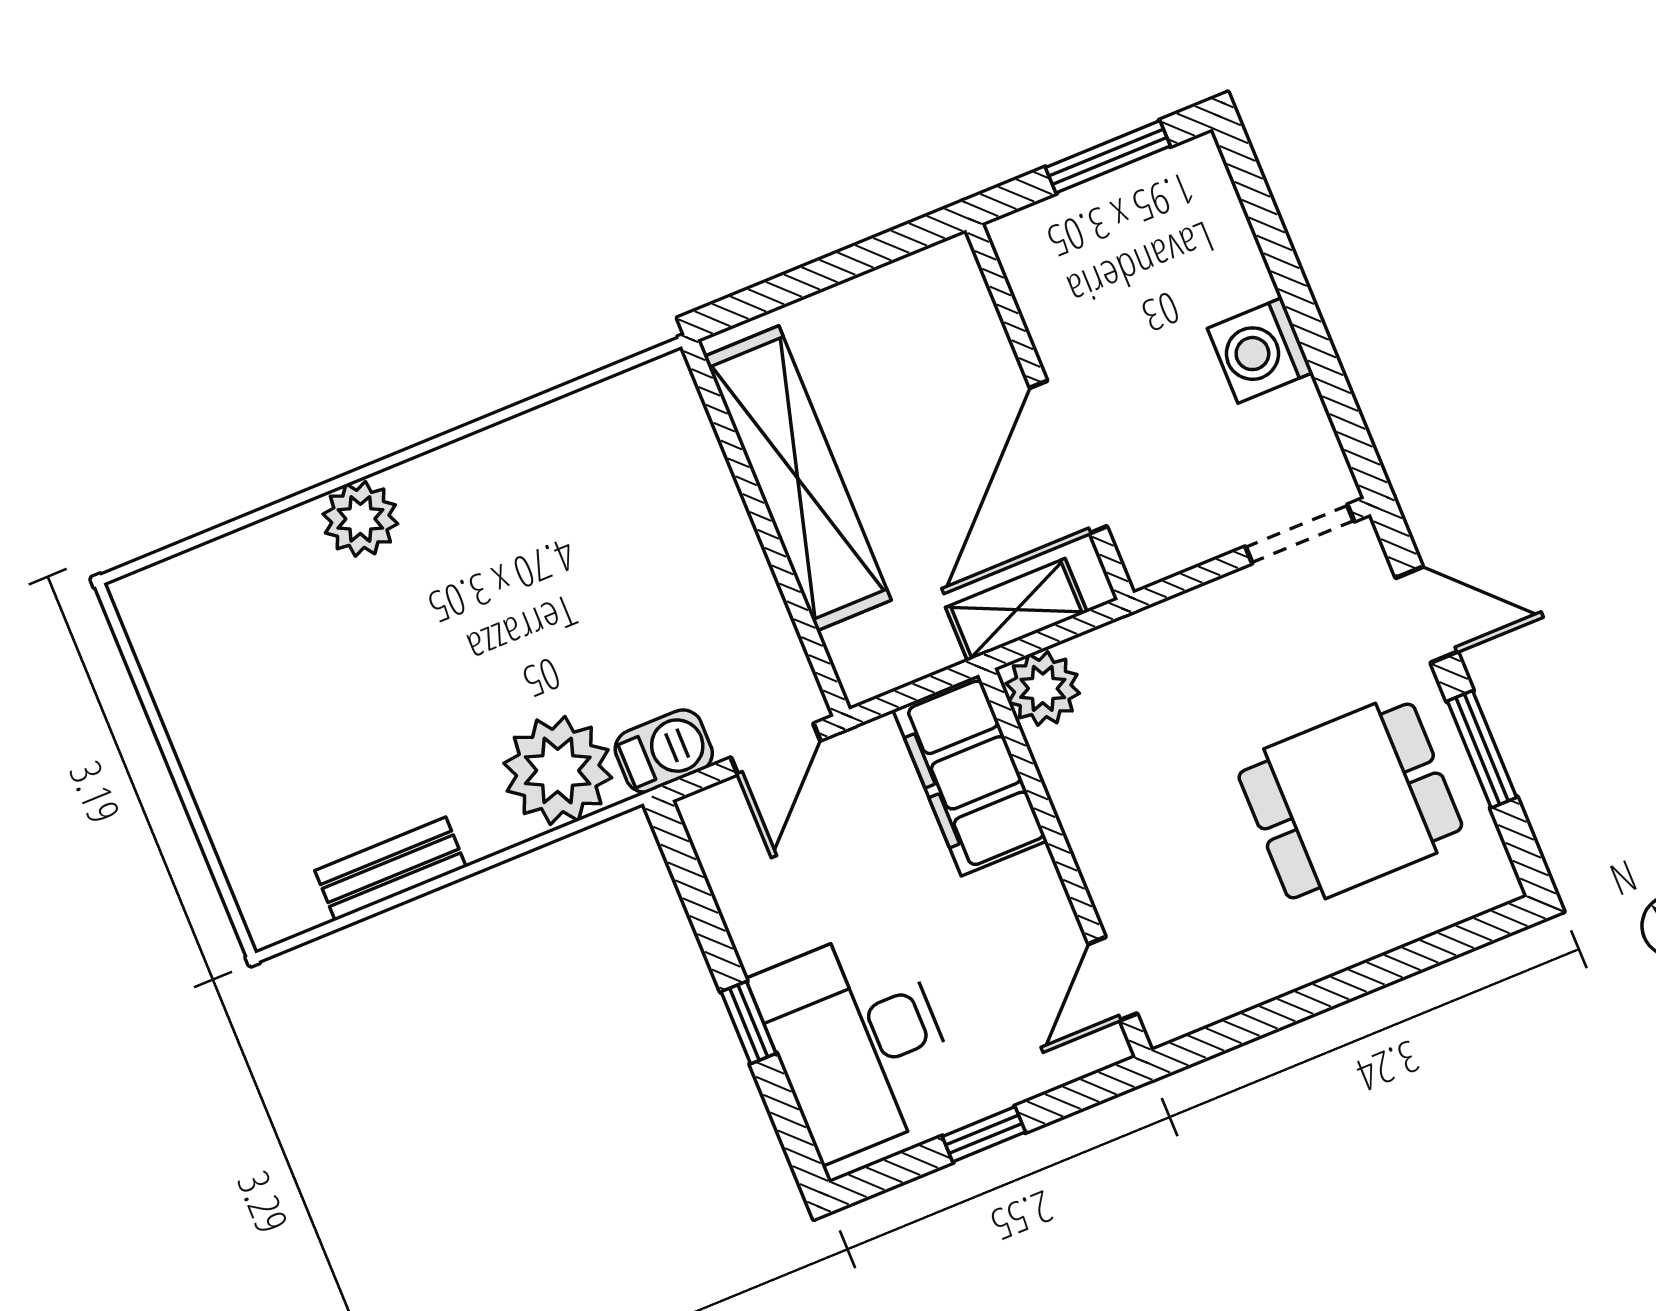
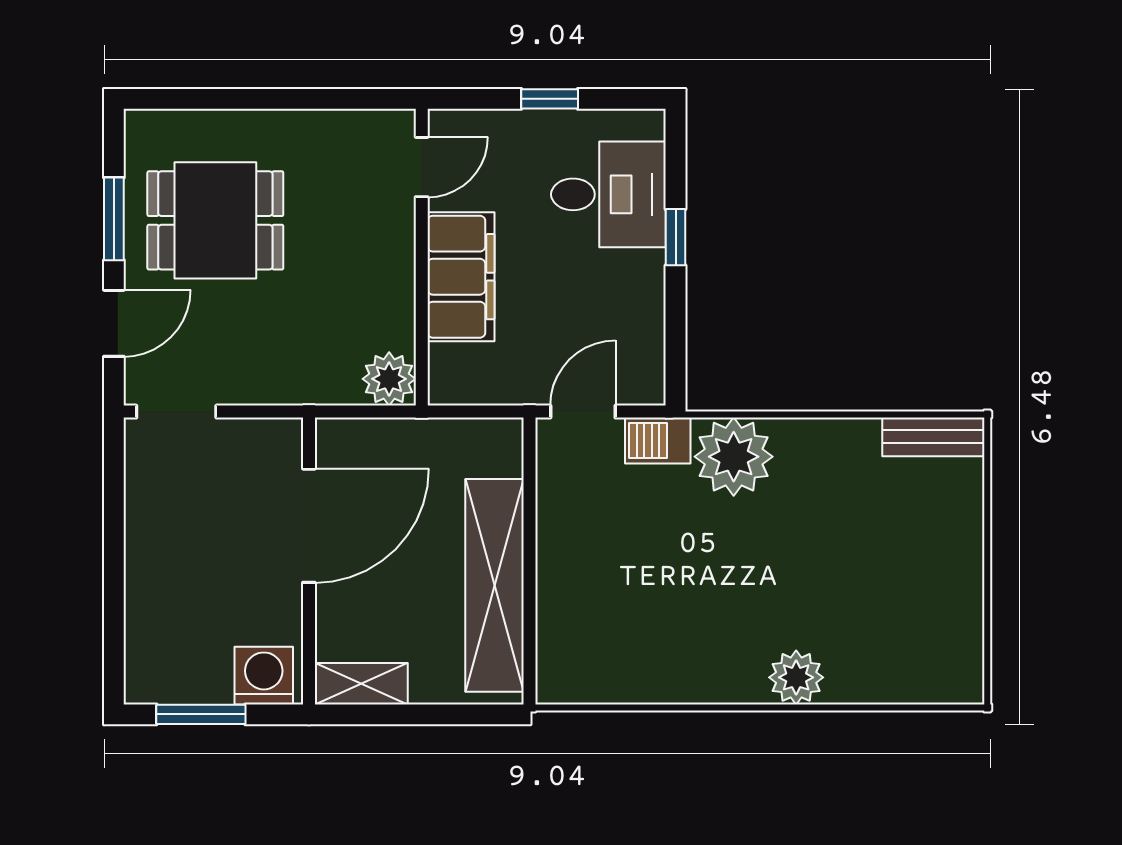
washing machine: (1260, 351) -> (264, 676), moved, turned -90
shelving: (1016, 610) -> (361, 684), moved
door: (1427, 615) -> (114, 323), swing flipped
filing cabinet: (970, 775) -> (461, 277), moved
bench: (391, 869) -> (933, 437), moved
desk: (858, 1042) -> (608, 194), width x0.73

